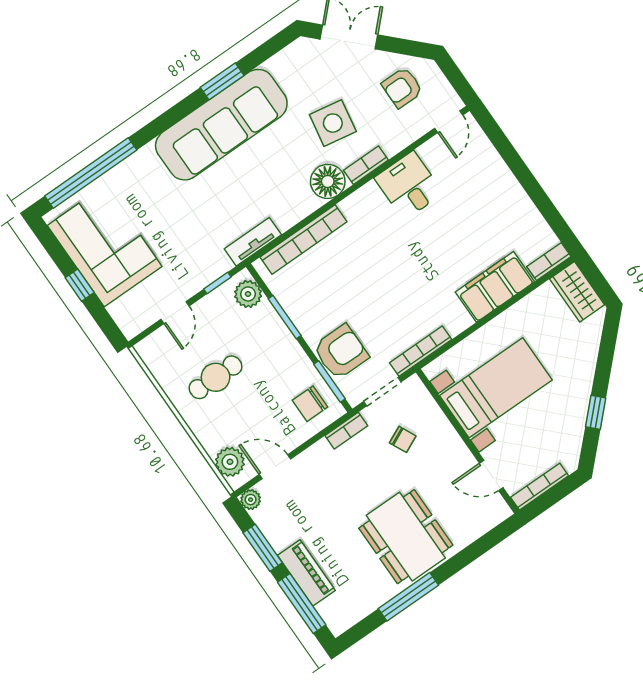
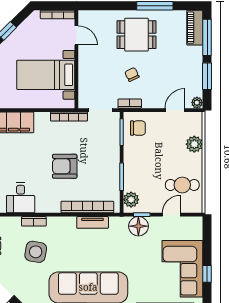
floor lamp: (328, 181) -> (138, 226), moved
tv unit: (253, 242) -> (93, 222), moved
window: (80, 285) -> (207, 274), moved
armchair: (341, 352) -> (65, 166), moved
cafe table: (216, 377) -> (182, 185), moved
chair: (403, 439) -> (132, 74), moved
plant: (230, 462) -> (194, 144), moved
door: (275, 467) -> (175, 110), swing flipped
dining table: (406, 537) -> (136, 35), width x0.73
piano: (306, 573) -> (195, 28), moved

